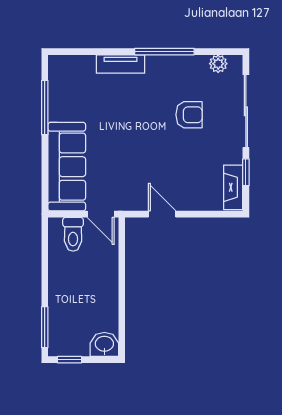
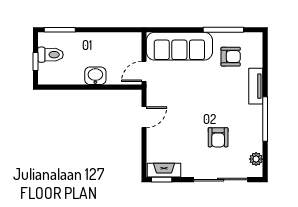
armchair: (81, 98) -> (231, 57), added
window: (246, 172) -> (162, 180), moved
toilet: (73, 234) -> (51, 55), moved, turned 180
washbasin: (104, 344) -> (95, 76), moved, turned -90
window: (69, 360) -> (36, 62), moved

